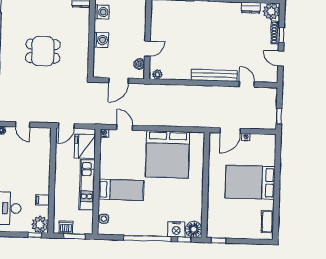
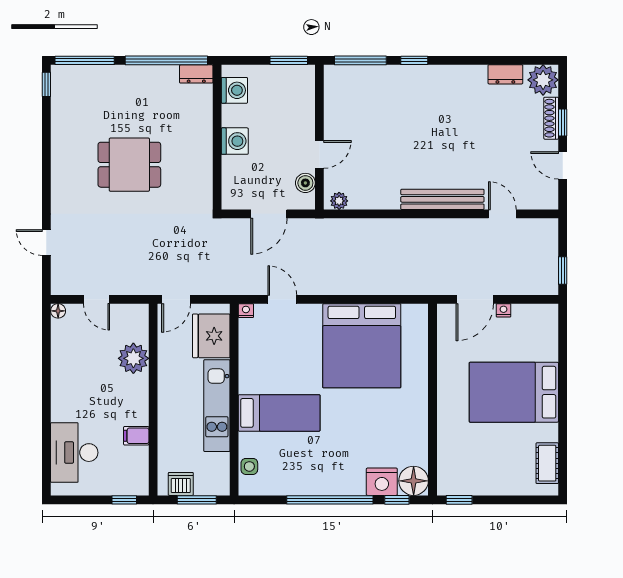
plant: (40, 224) -> (133, 358), moved

